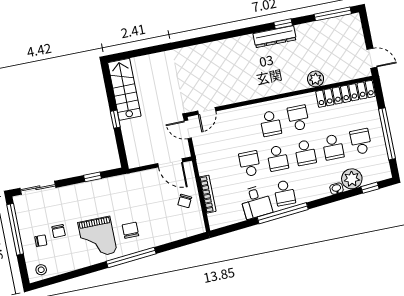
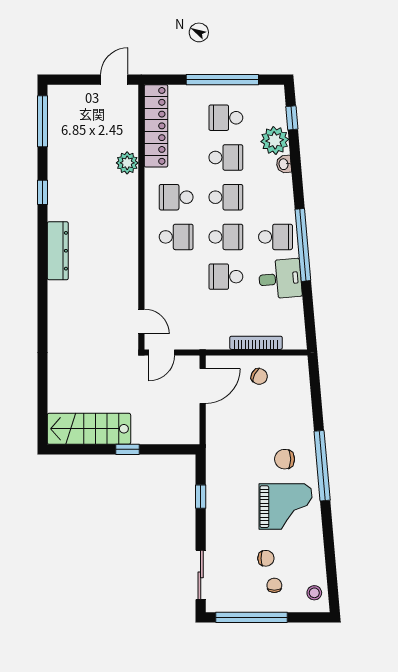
dresser: (275, 37) -> (58, 251), moved

